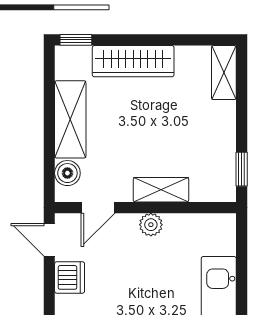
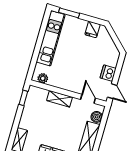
door: (98, 208) -> (88, 99), hinge flipped
plant: (151, 225) -> (43, 78), moved

